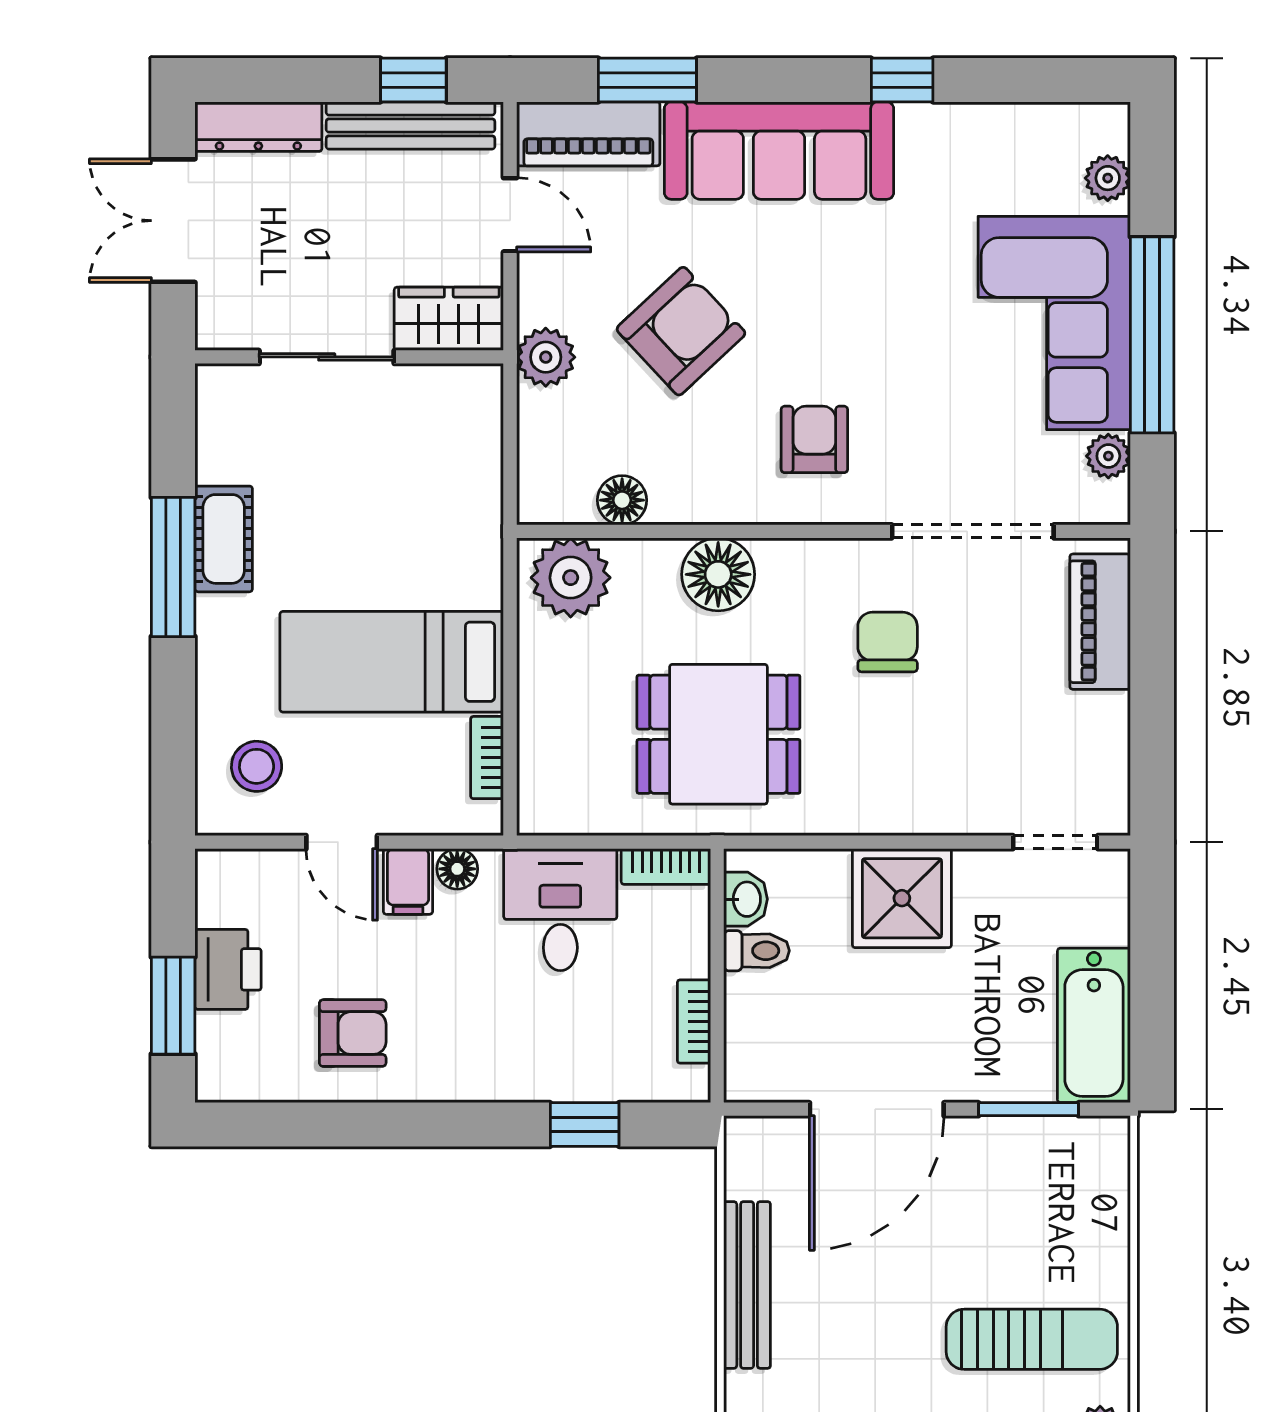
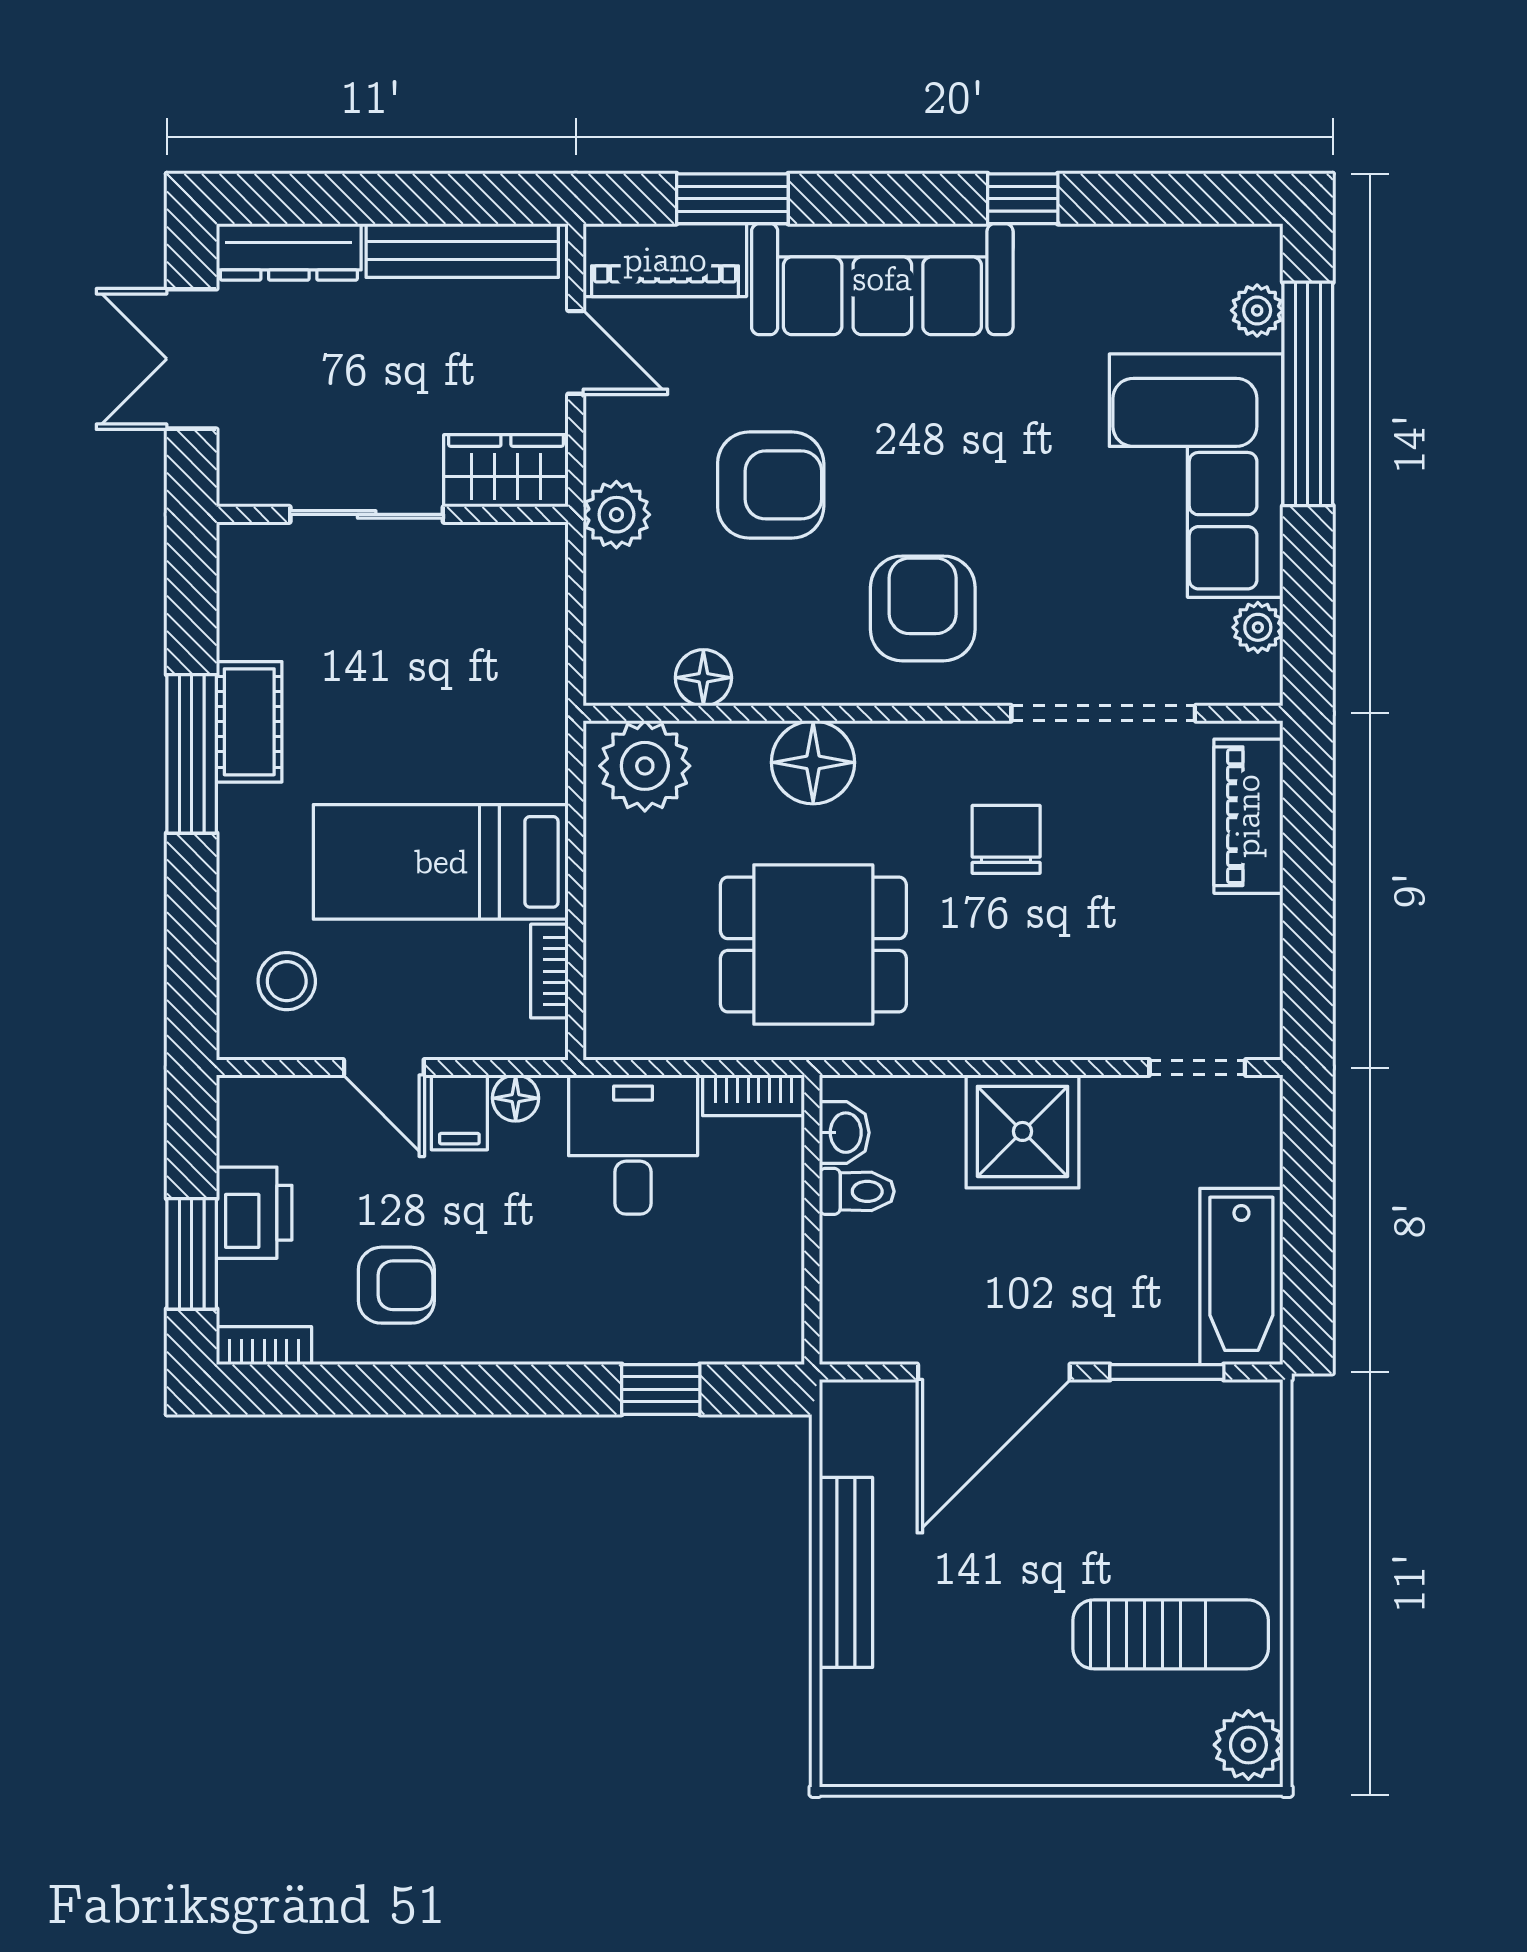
window: (413, 80) -> (466, 199), removed
armchair: (681, 331) -> (771, 485), turned 43
window: (1152, 335) -> (1308, 394), moved
armchair: (814, 439) -> (923, 608), width x1.38, depth x1.38
bookcase: (694, 1021) -> (264, 1346), moved, turned 90

